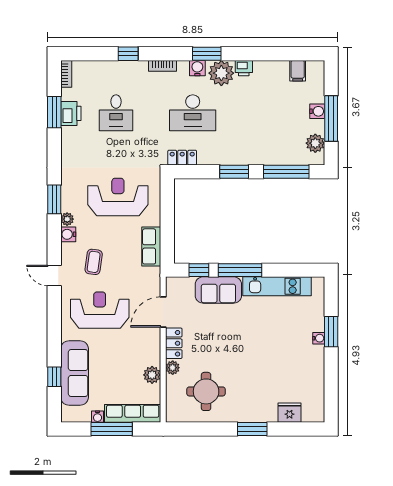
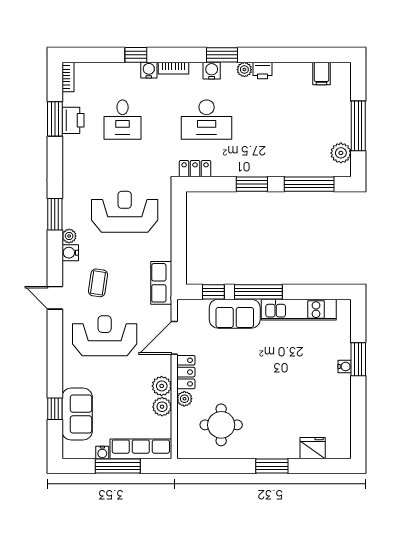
plant: (221, 73) -> (244, 70), width x0.53, depth x0.53
water cooler: (317, 111) -> (149, 70), moved, turned -90
row of seats: (151, 246) -> (161, 283), moved
plant: (152, 356) -> (162, 386), added
sofa: (75, 373) -> (77, 414), width x0.73

